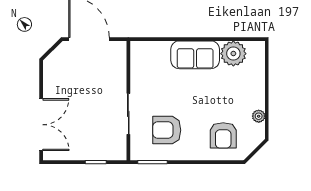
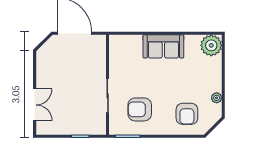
plant: (233, 54) -> (211, 45), moved
double door: (41, 125) -> (35, 105), width x0.73

